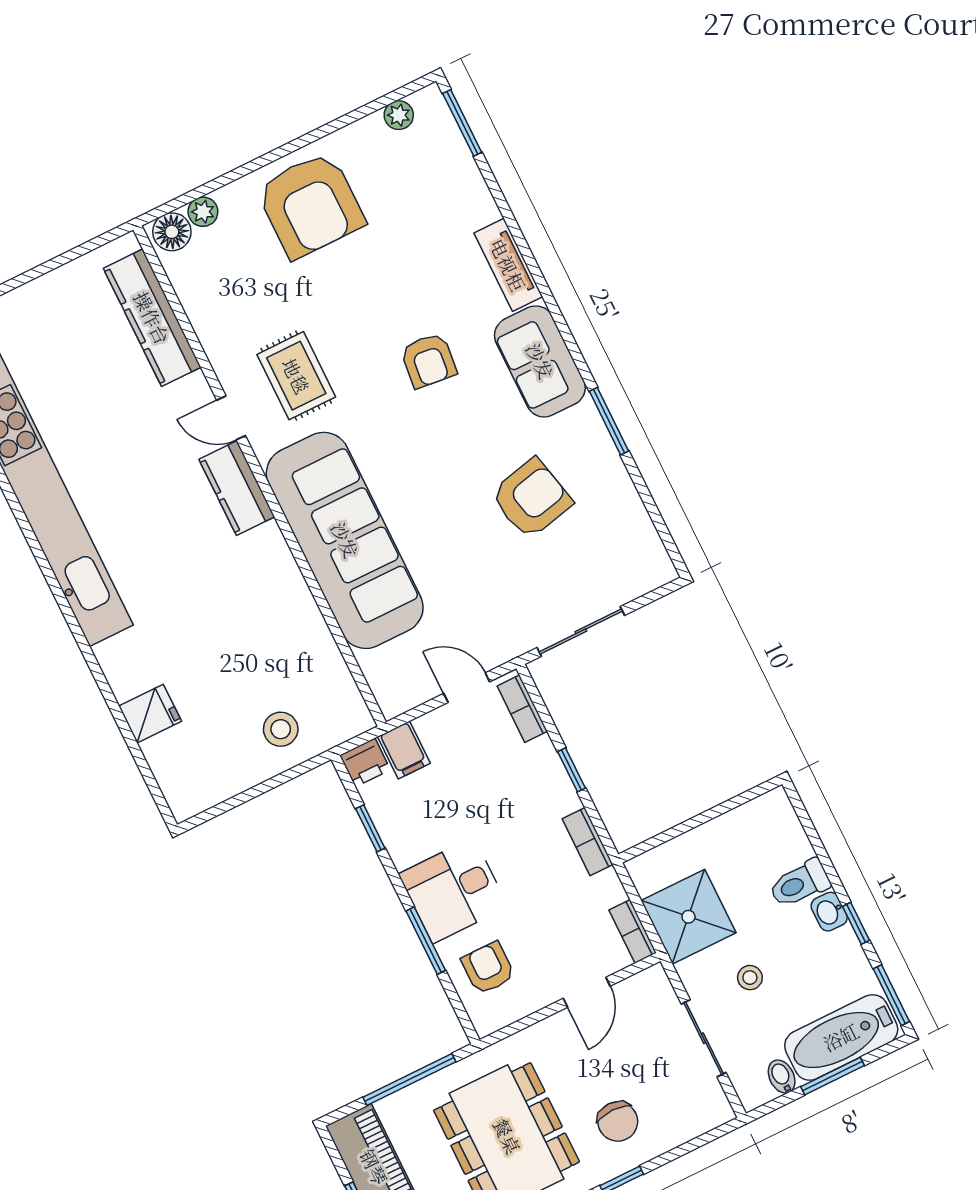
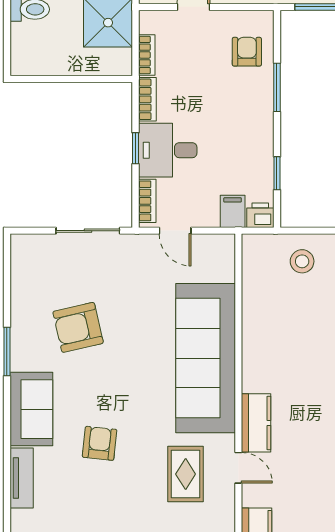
desk: (453, 890) -> (168, 150), moved, turned 180
bookcase: (633, 931) -> (147, 55), moved
armchair: (488, 968) -> (247, 52), turned 180

